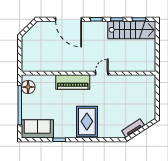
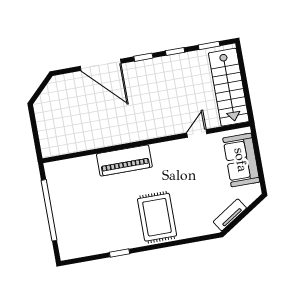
stairs: (132, 30) -> (229, 87), moved, turned 90
door: (102, 73) -> (197, 133), moved
floor lamp: (28, 87) -> (57, 180), removed
sofa: (37, 129) -> (241, 160), moved, turned -90

